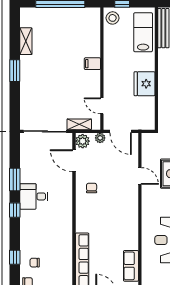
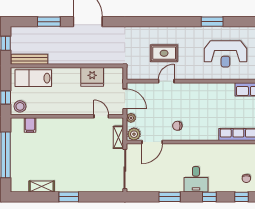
filing cabinet: (92, 64) -> (30, 125), moved
fridge: (145, 84) -> (92, 77), moved
door: (102, 106) -> (101, 116), swing flipped
door: (121, 131) -> (125, 99), hinge flipped
desk: (34, 196) -> (196, 179), moved
window: (15, 210) -> (209, 197), moved

